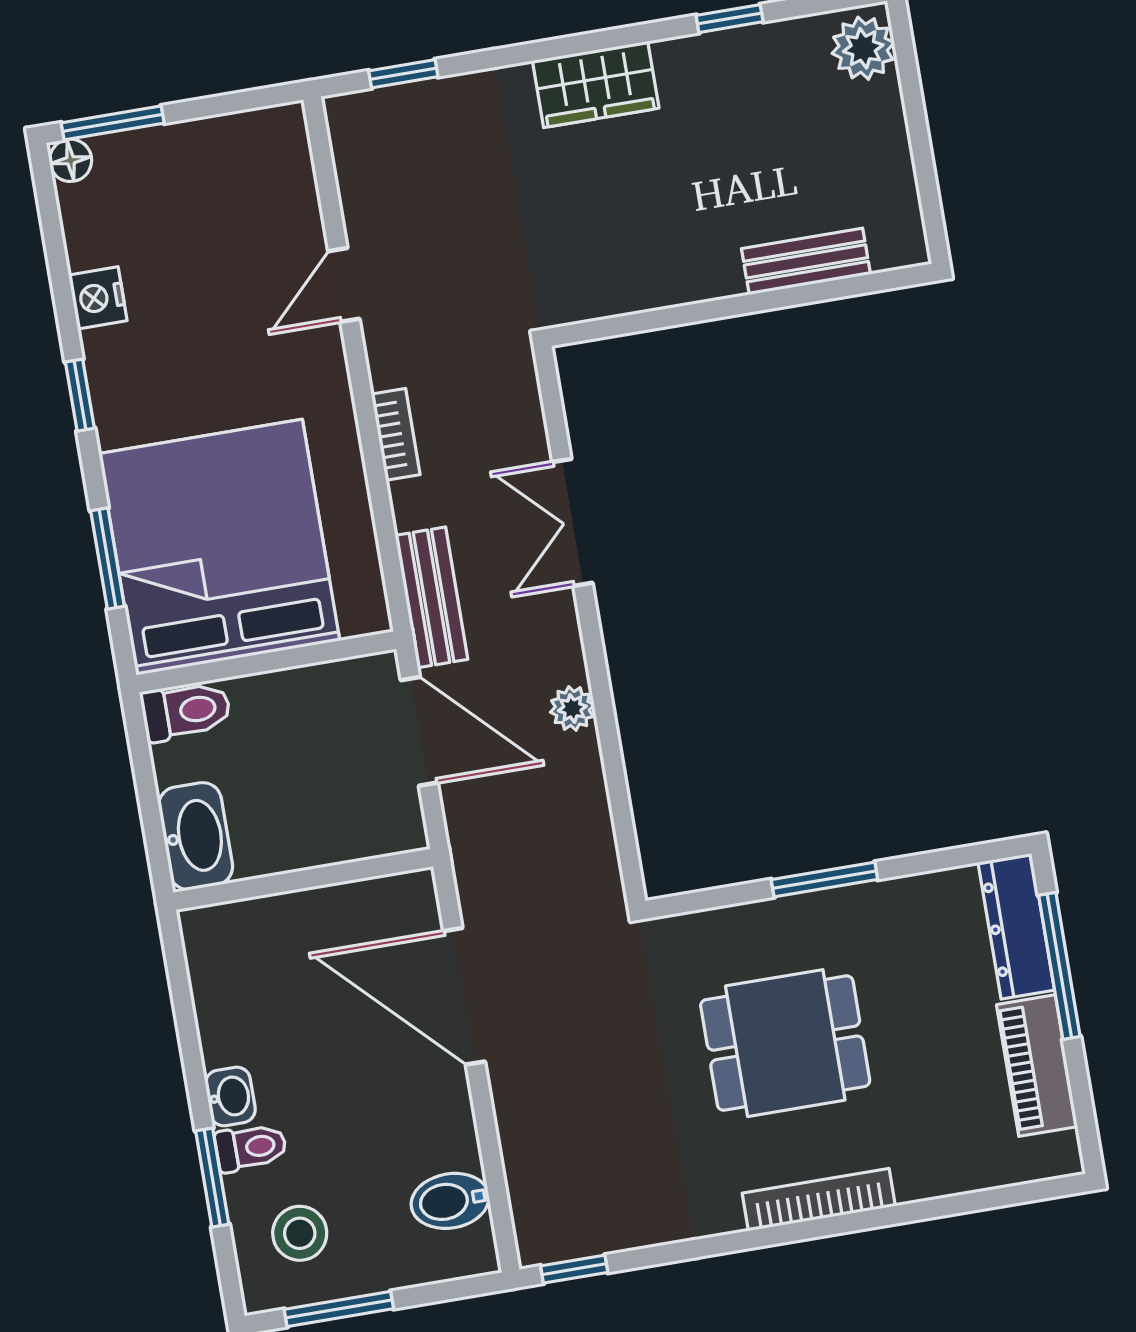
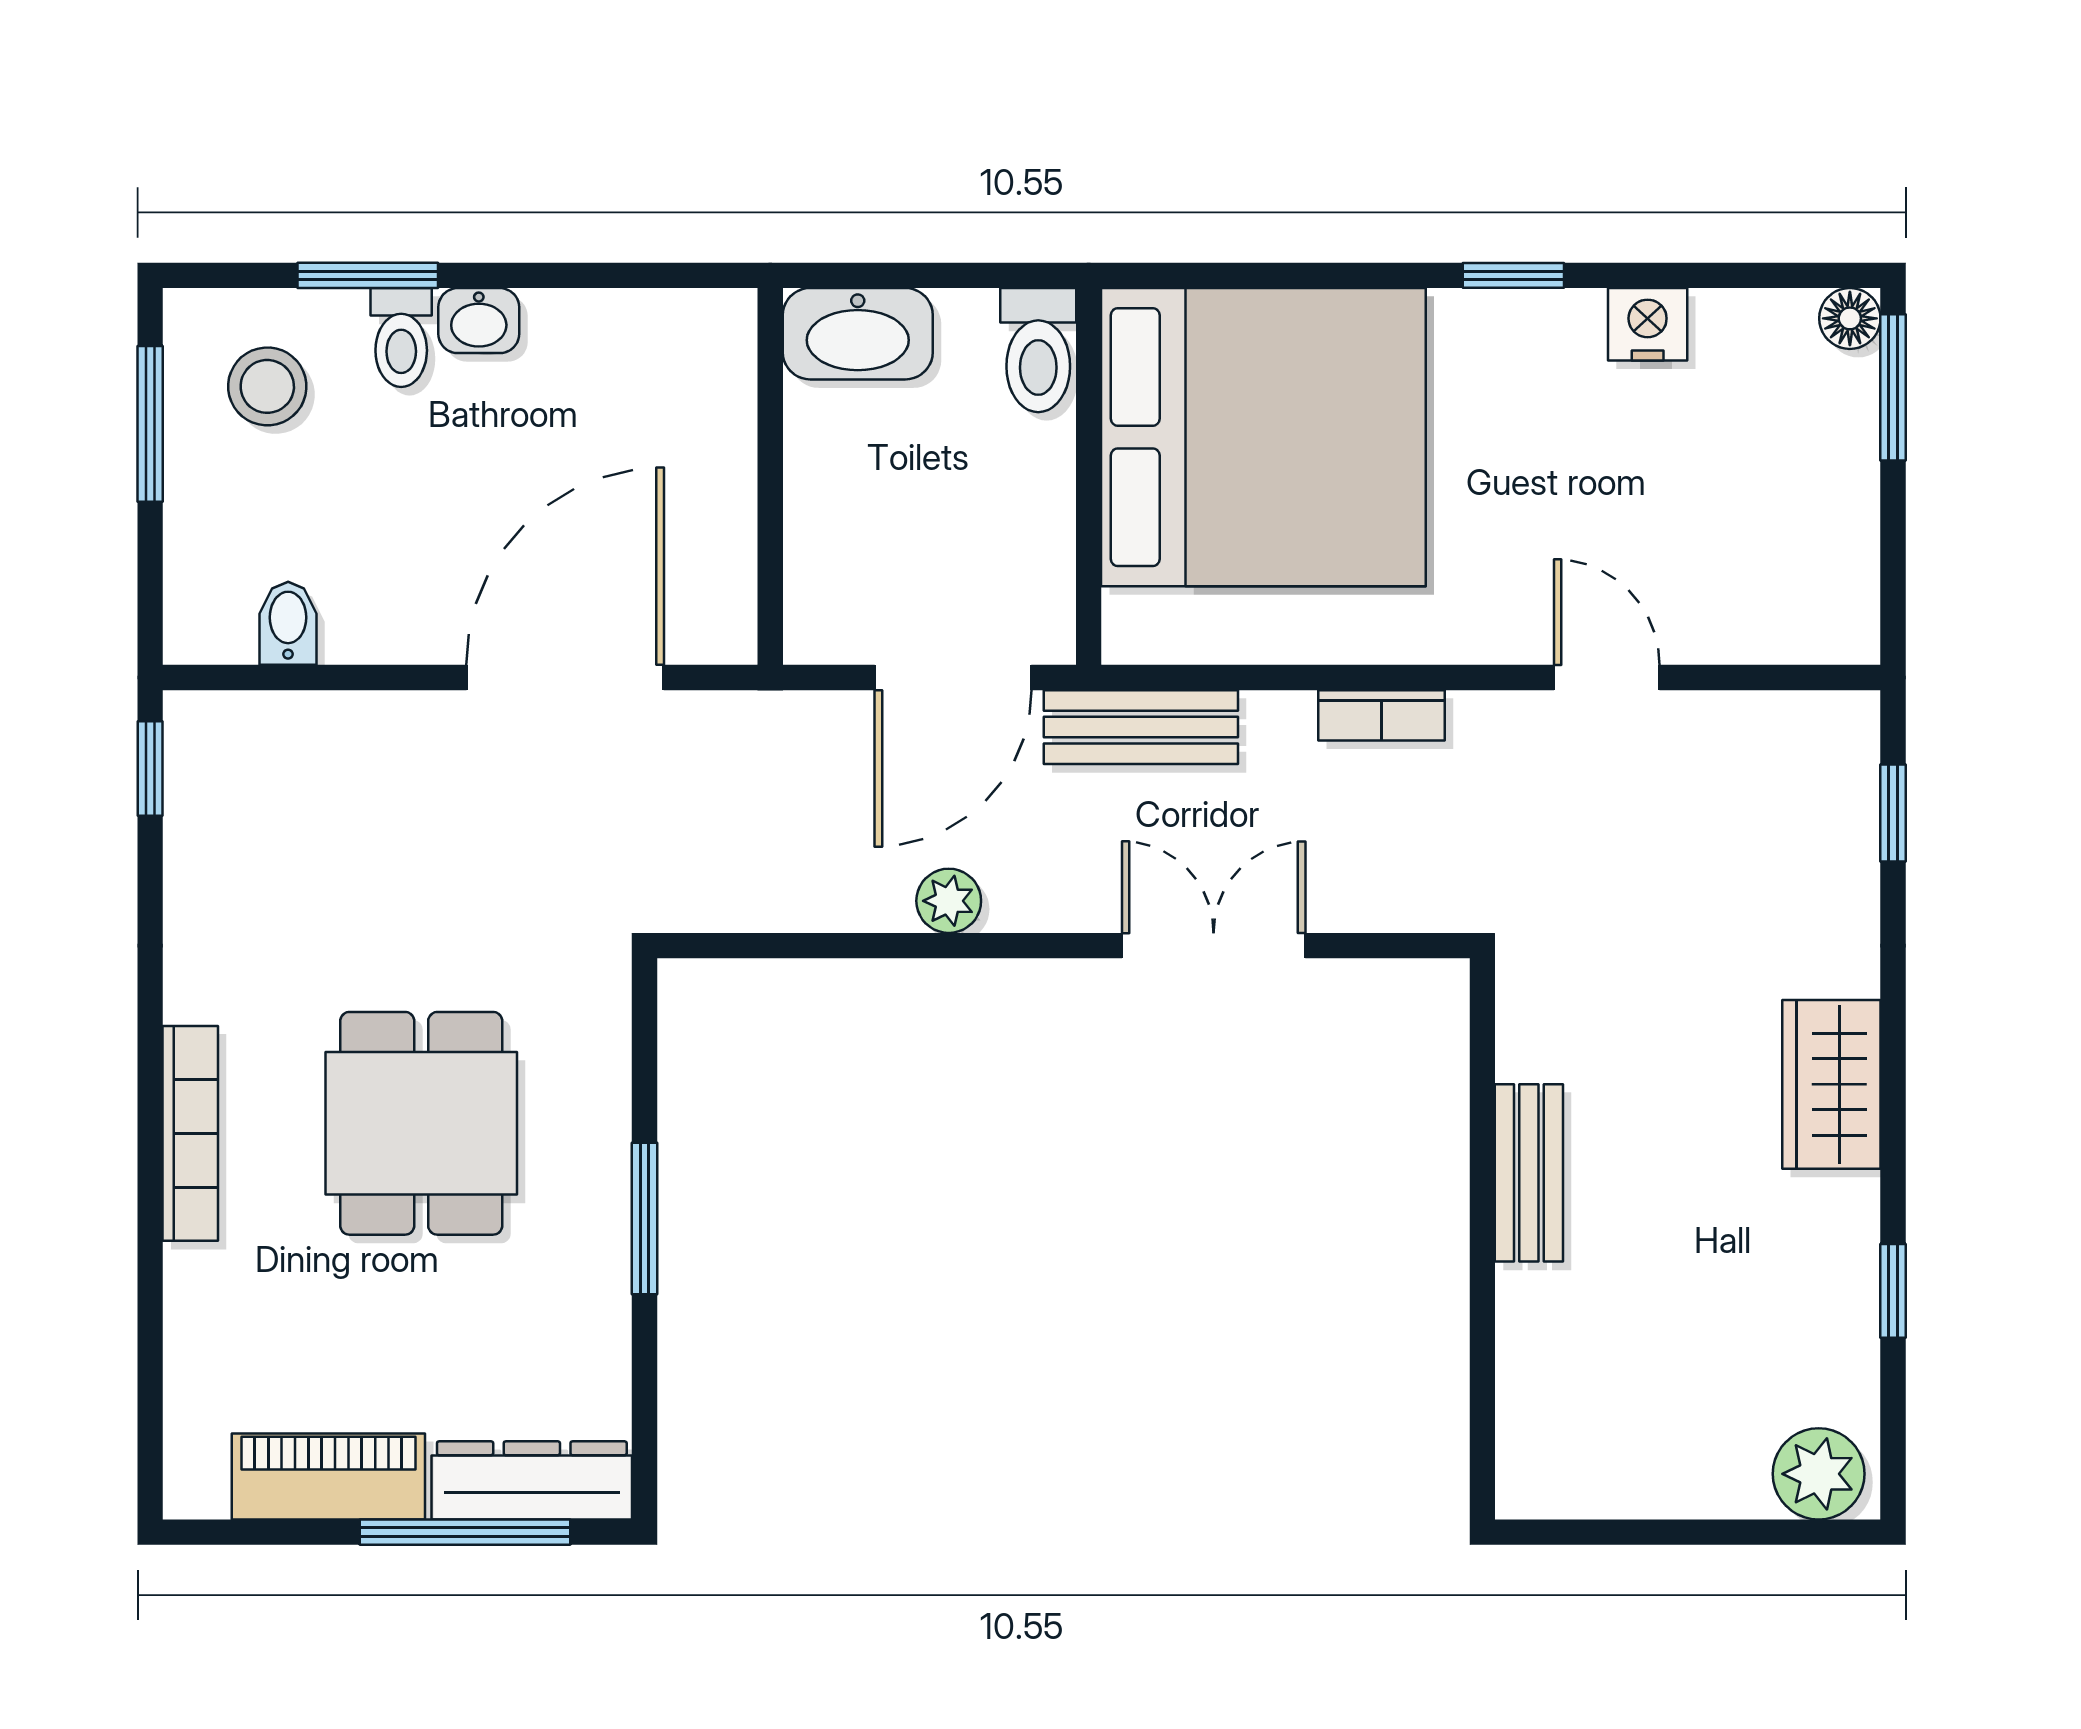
bench: (806, 261) -> (1529, 1173), moved
window: (108, 558) -> (1274, 275), removed
bidet: (450, 1201) -> (288, 623), width x0.72, depth x0.74

